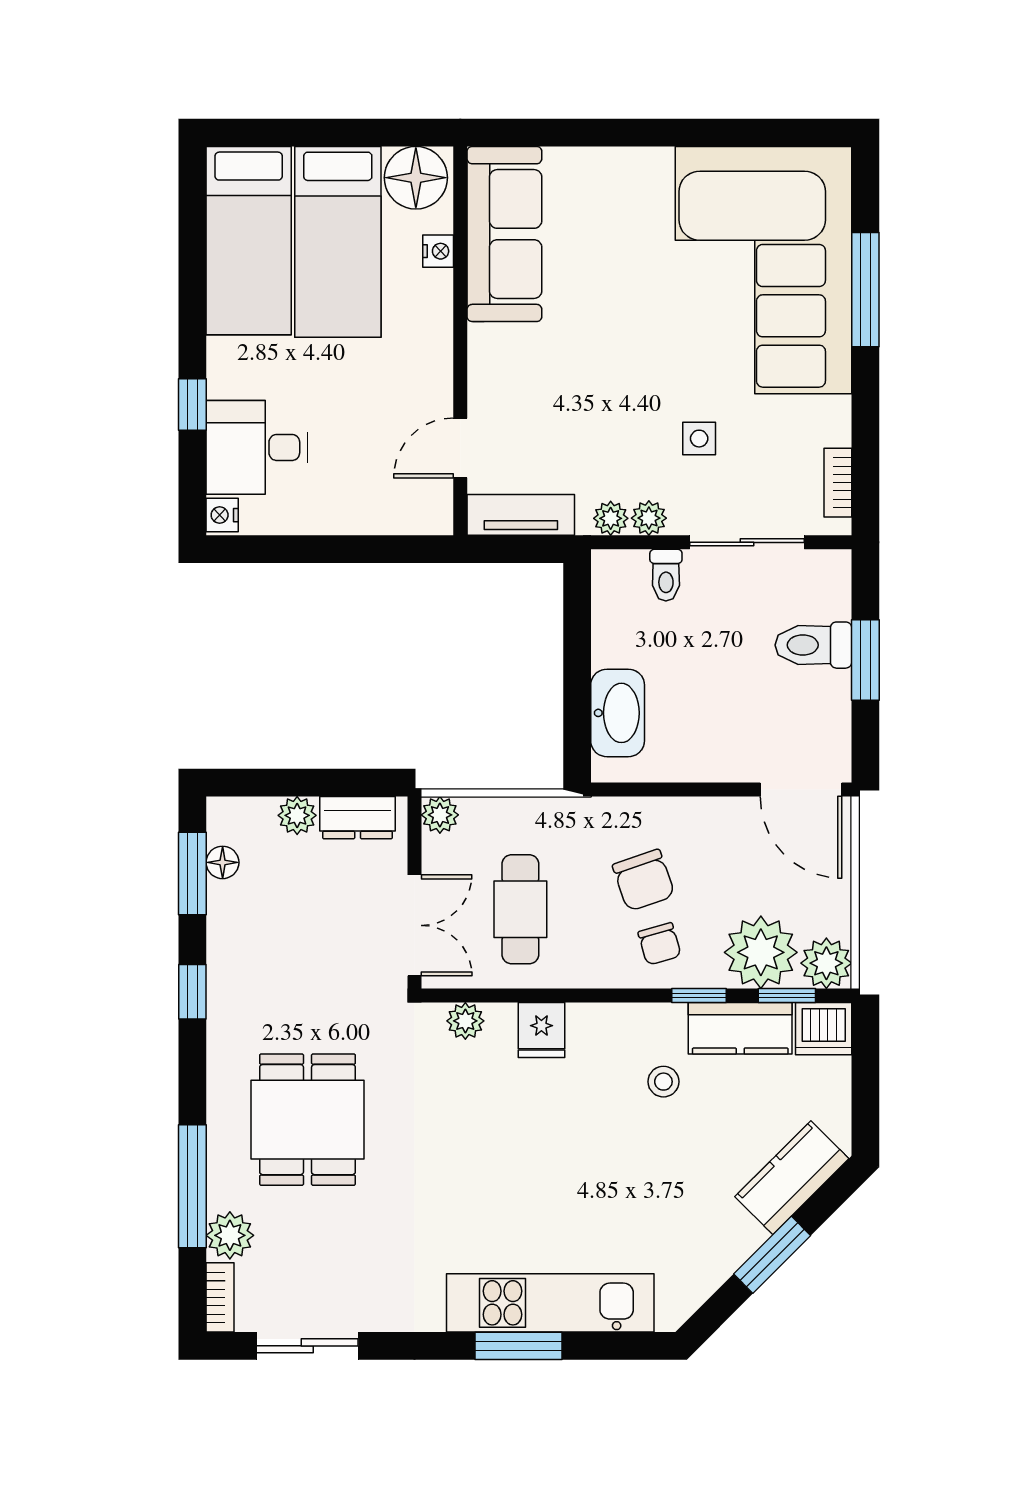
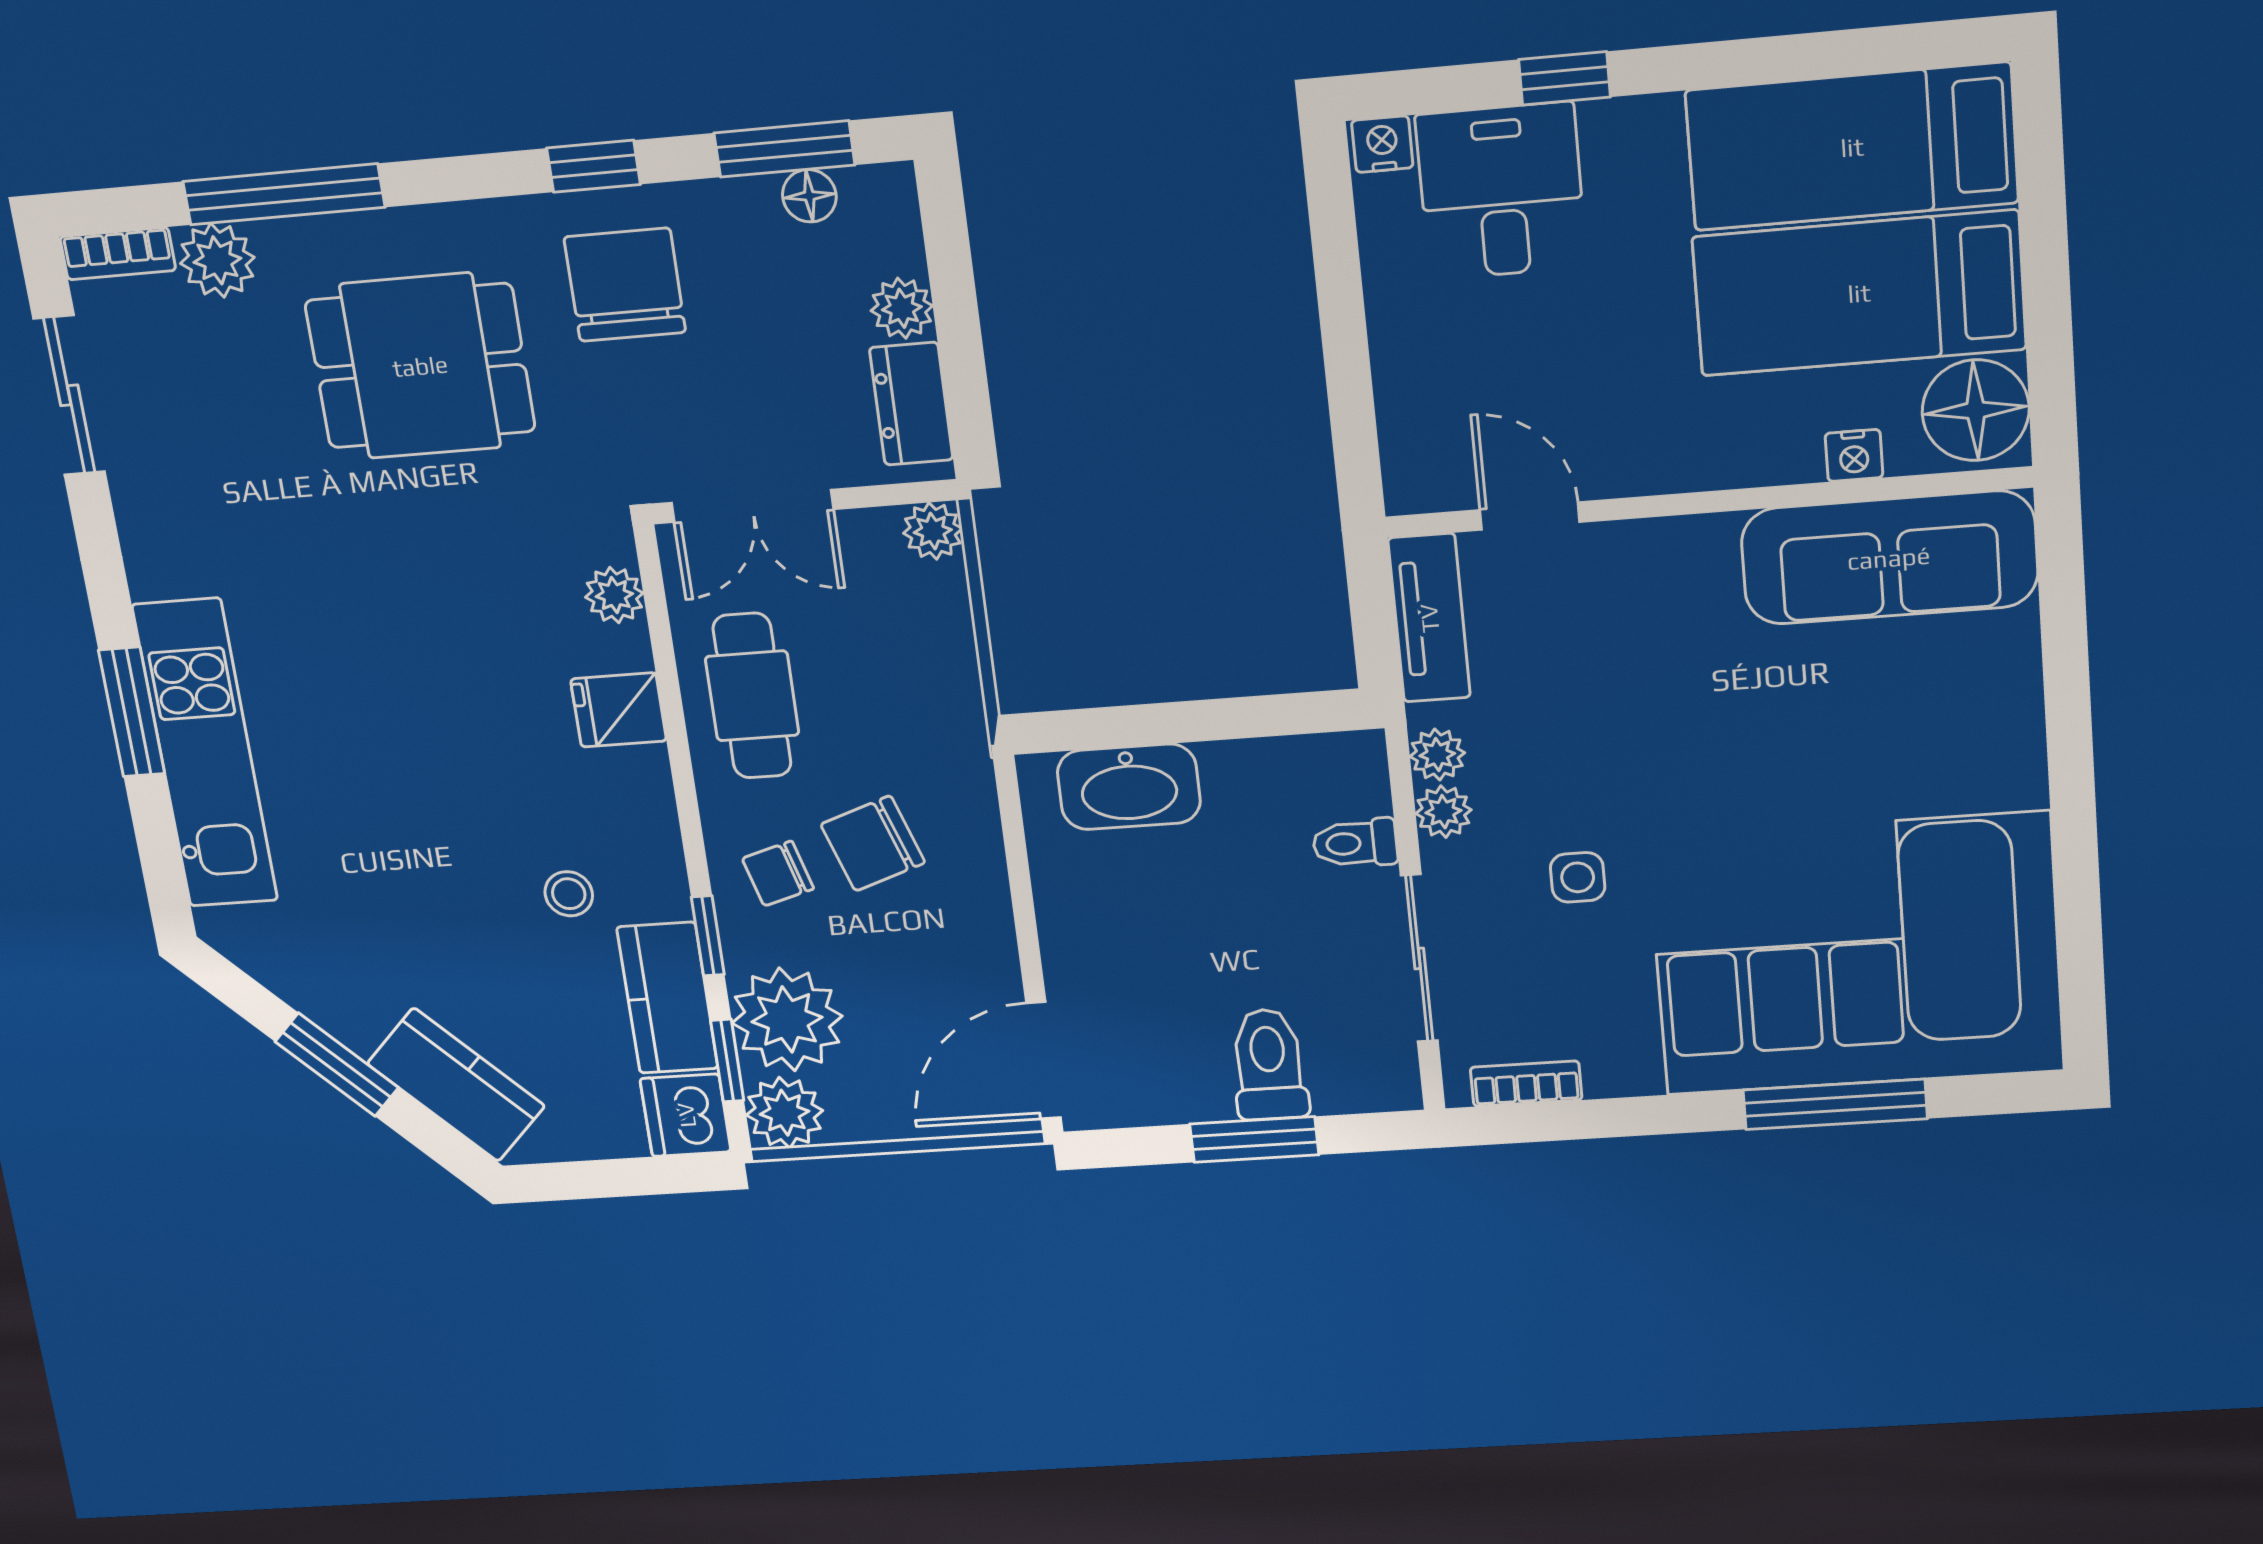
cafe table: (520, 909) -> (752, 696), moved, turned 90
chair: (267, 984) -> (625, 285), added

